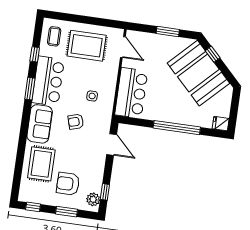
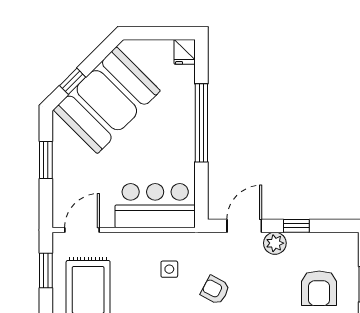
window: (102, 22) -> (46, 271), added
armchair: (76, 122) -> (215, 290), turned 135
window: (105, 192) -> (296, 226), moved
plant: (93, 199) -> (275, 243), moved

